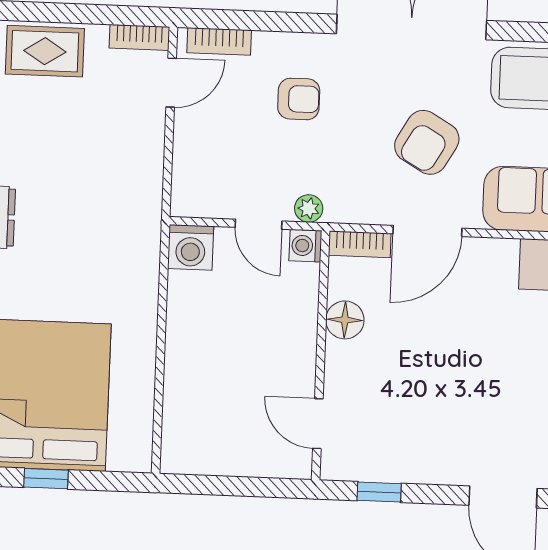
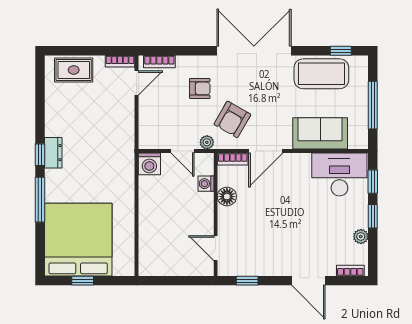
armchair: (427, 142) -> (232, 119), moved
washing machine: (305, 246) -> (206, 184), moved

